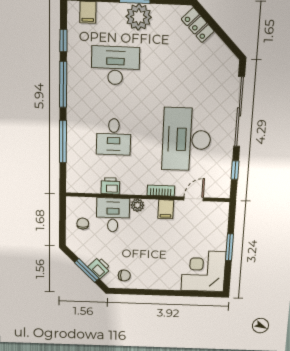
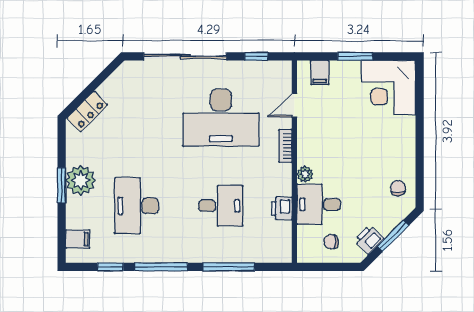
door: (194, 199) -> (294, 105), hinge flipped
filing cabinet: (166, 209) -> (320, 73), moved, turned 90
printer: (99, 268) -> (369, 240), moved

